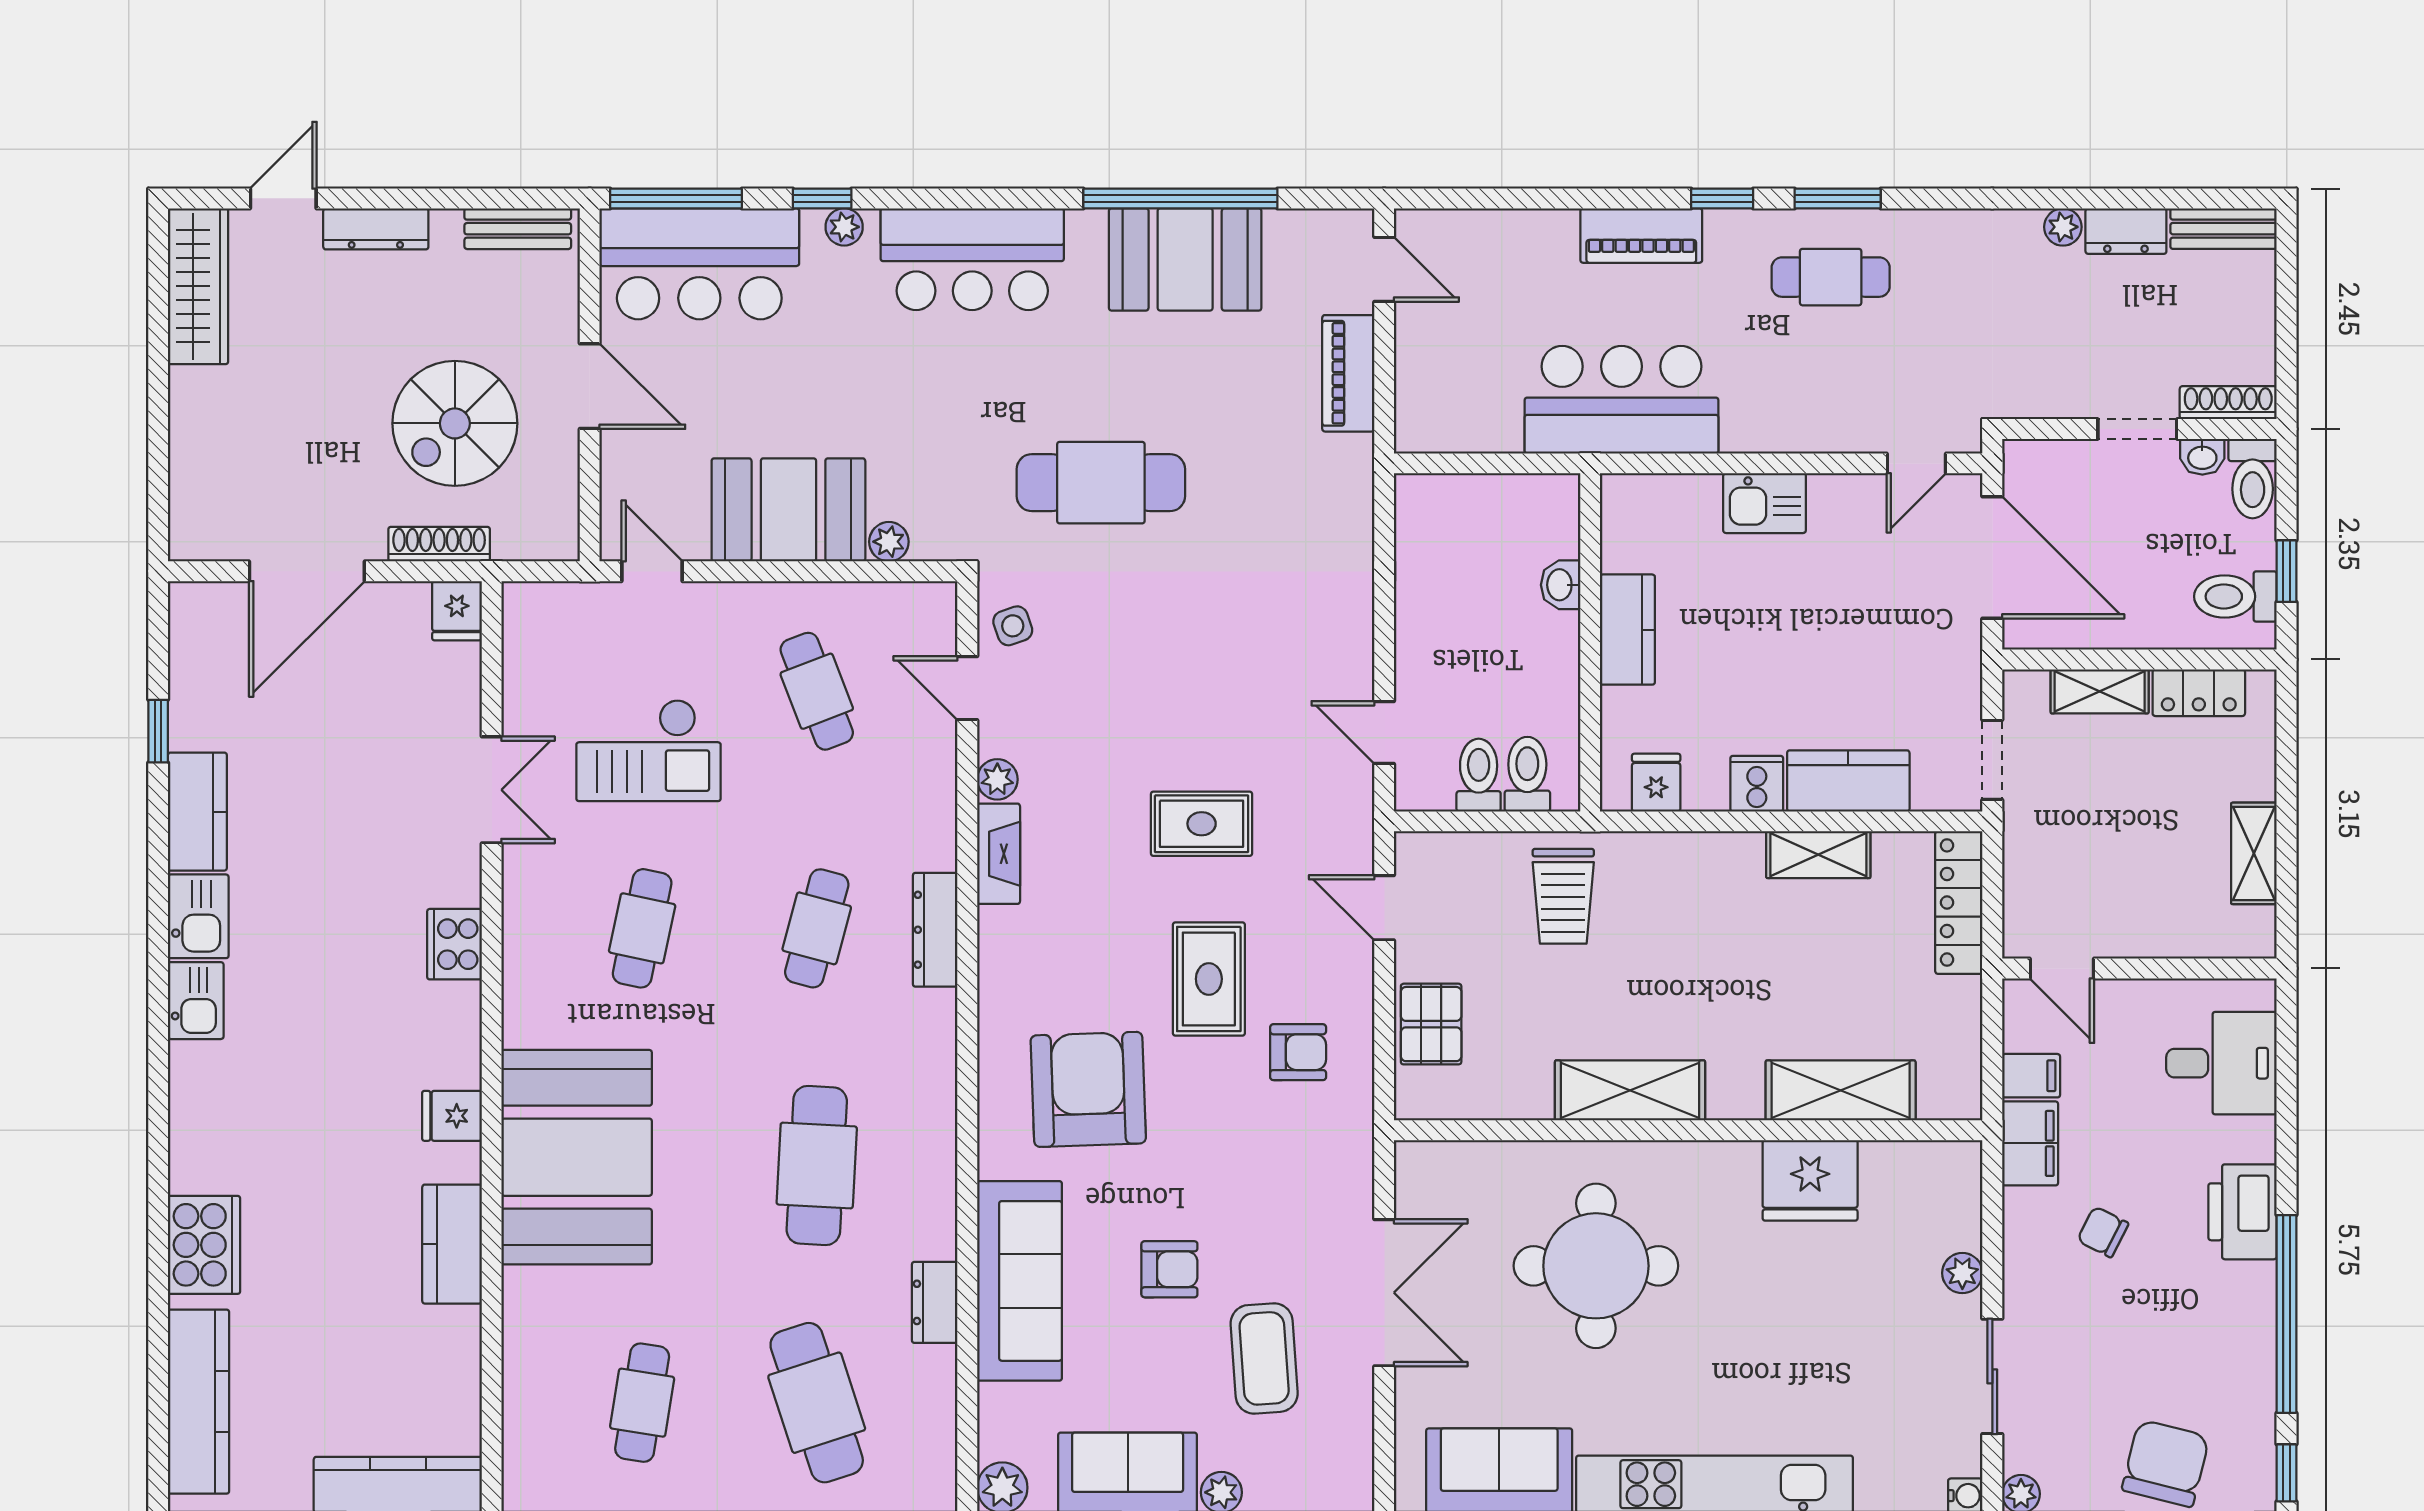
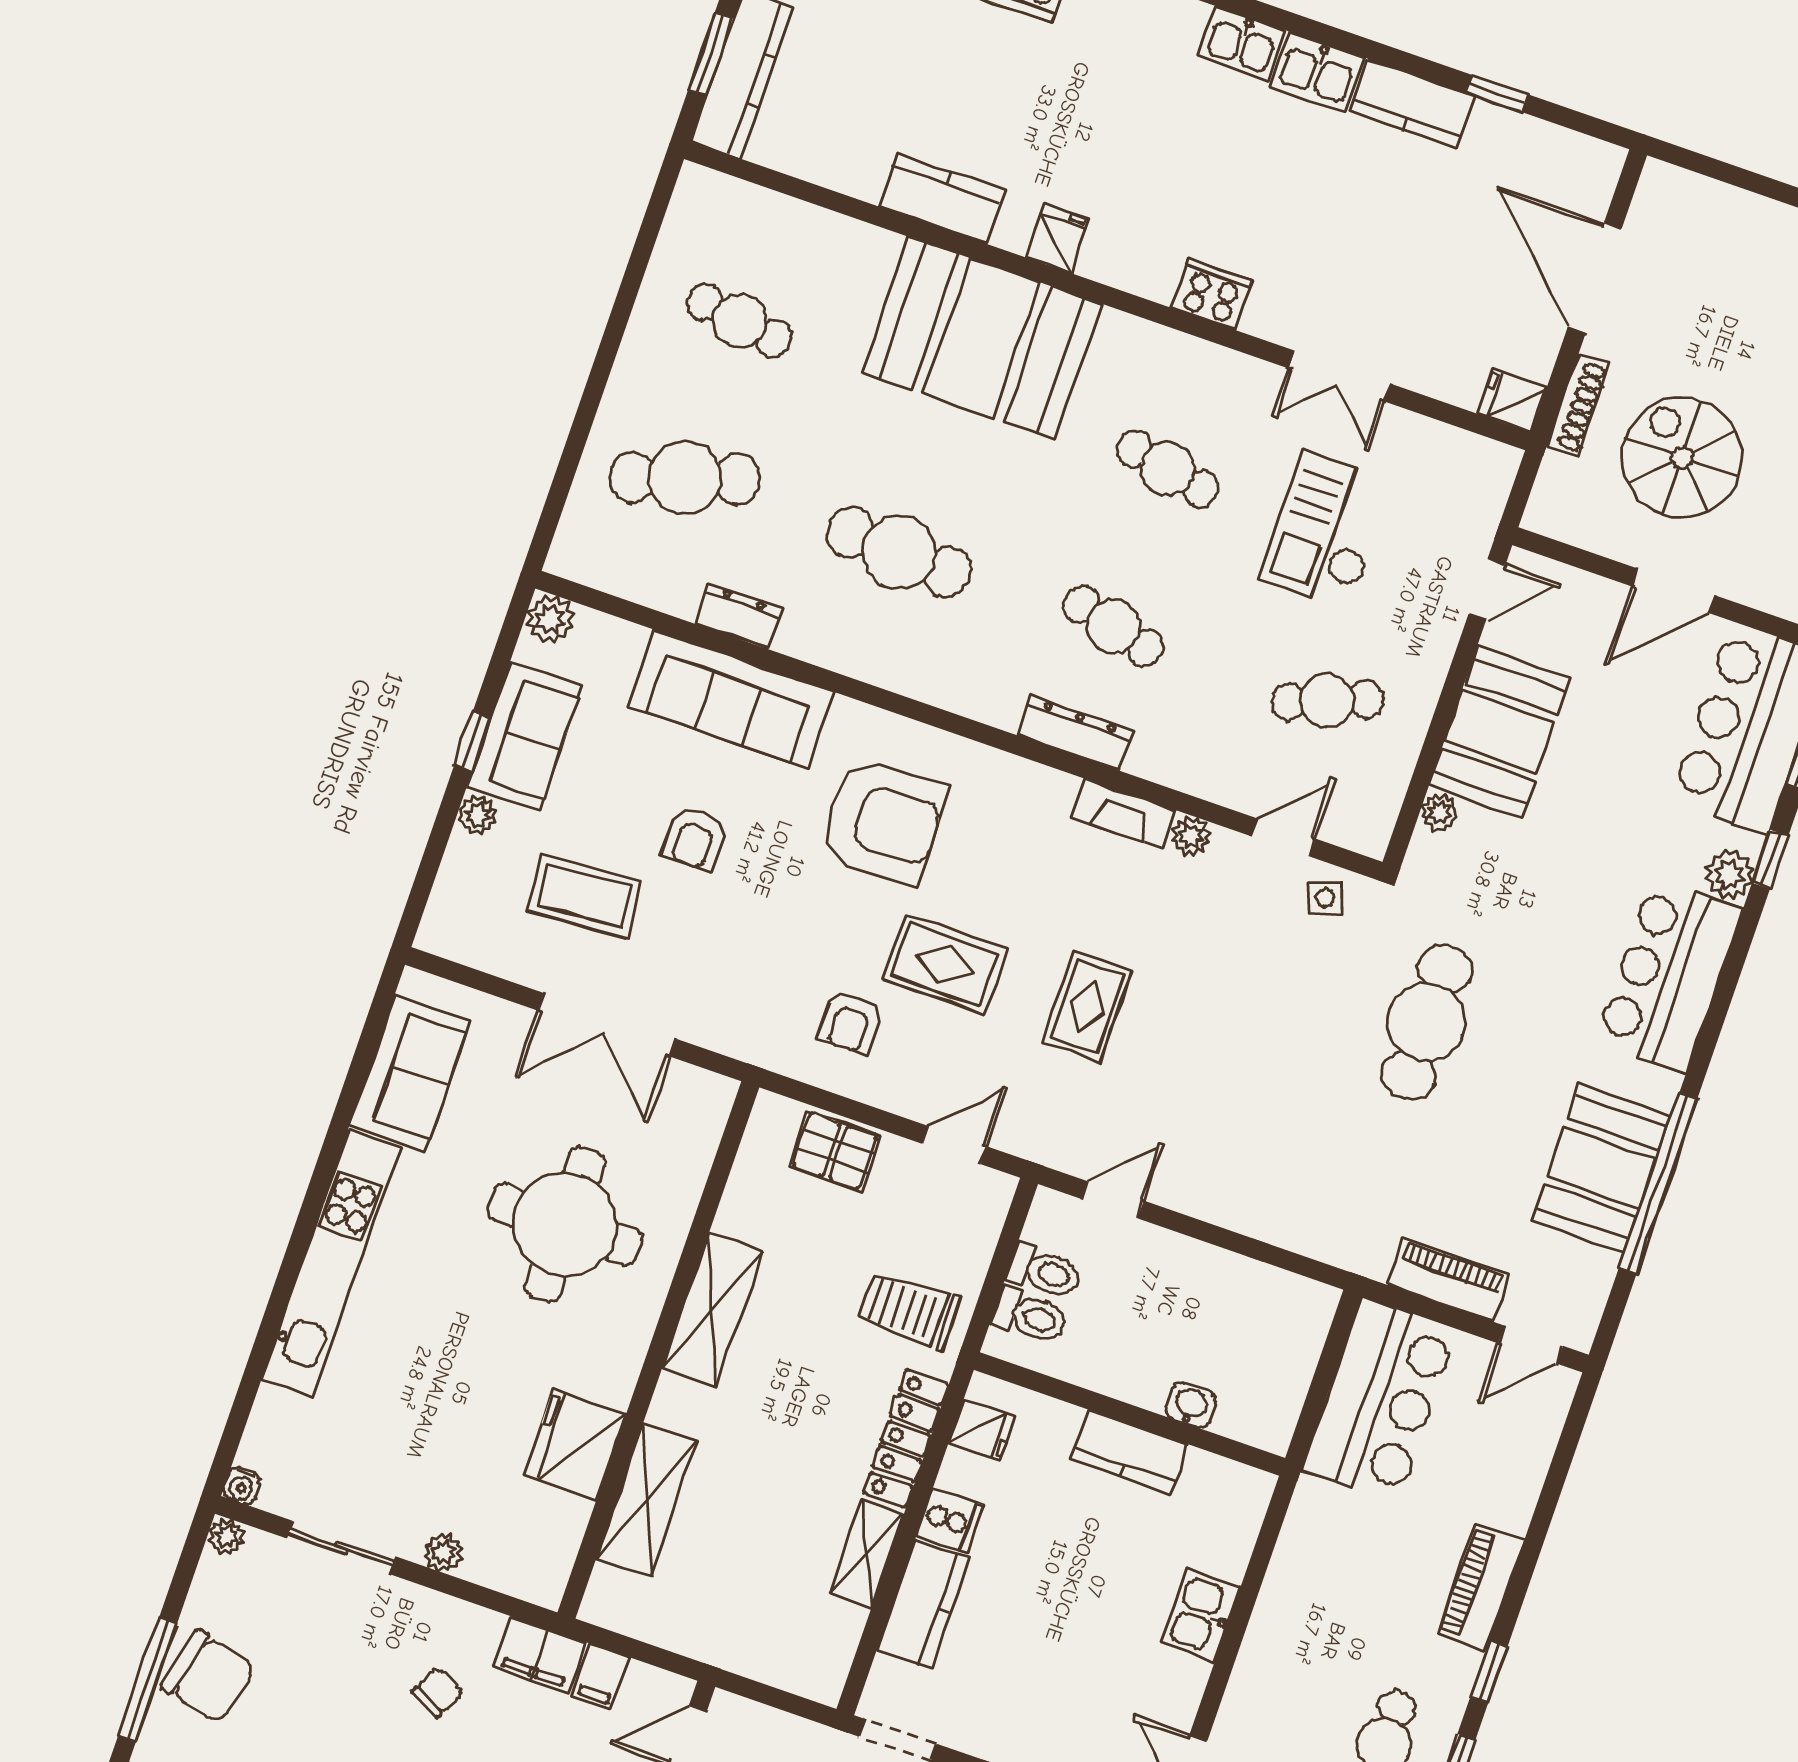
plant: (844, 227) -> (1729, 874), width x1.38, depth x1.38
bar counter: (1622, 400) -> (1380, 1400), moved
locker: (1959, 902) -> (906, 1438), moved, turned -90

